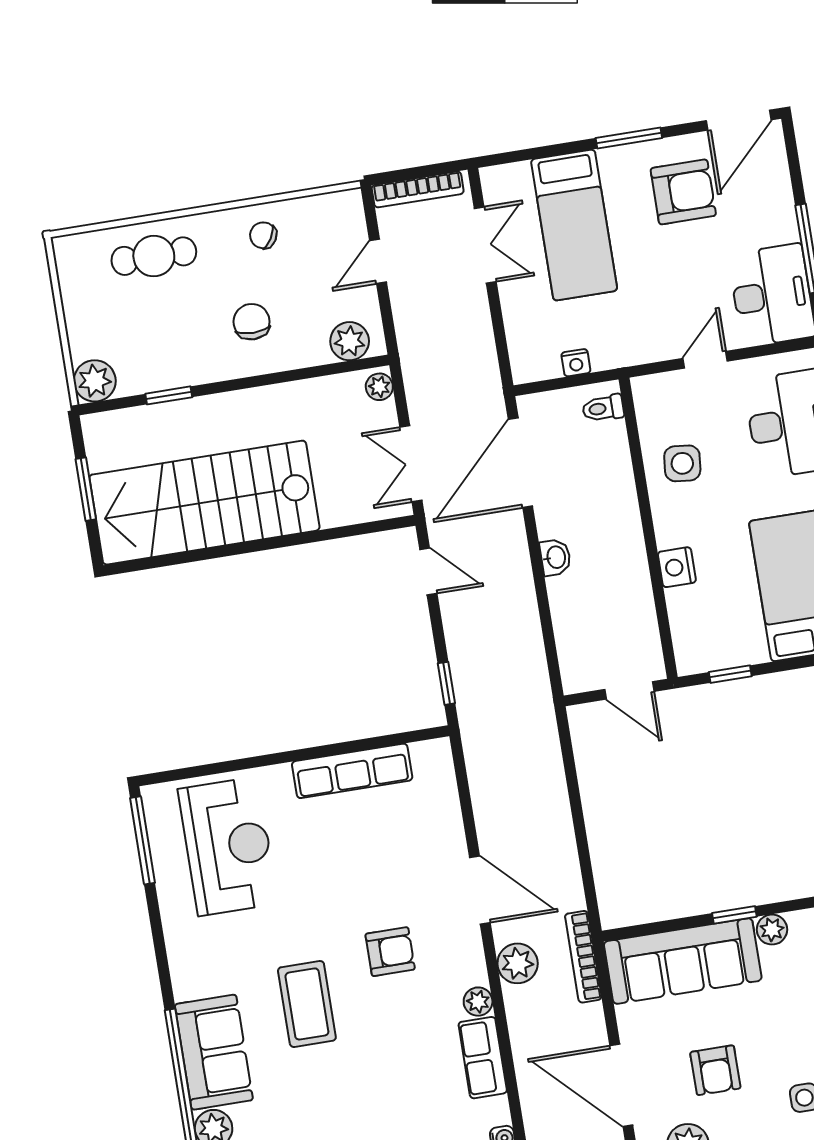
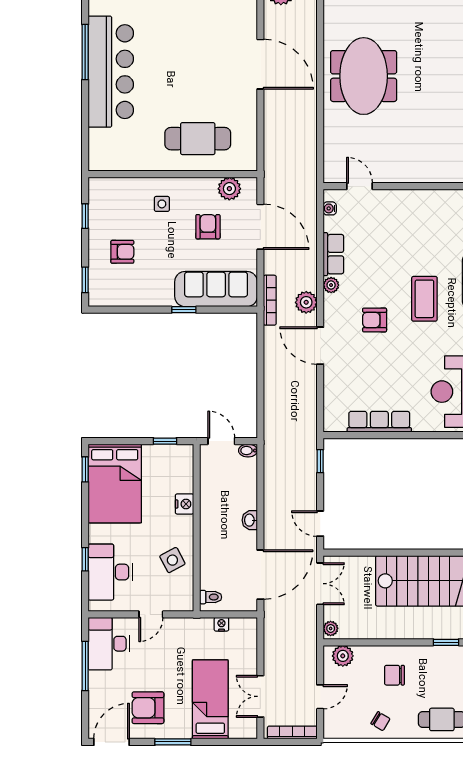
chair: (252, 322) -> (394, 675), turned 90
side table: (682, 463) -> (172, 560), turned -34
bidet: (579, 681) -> (248, 451), added
plant: (772, 930) -> (165, 298), removed

